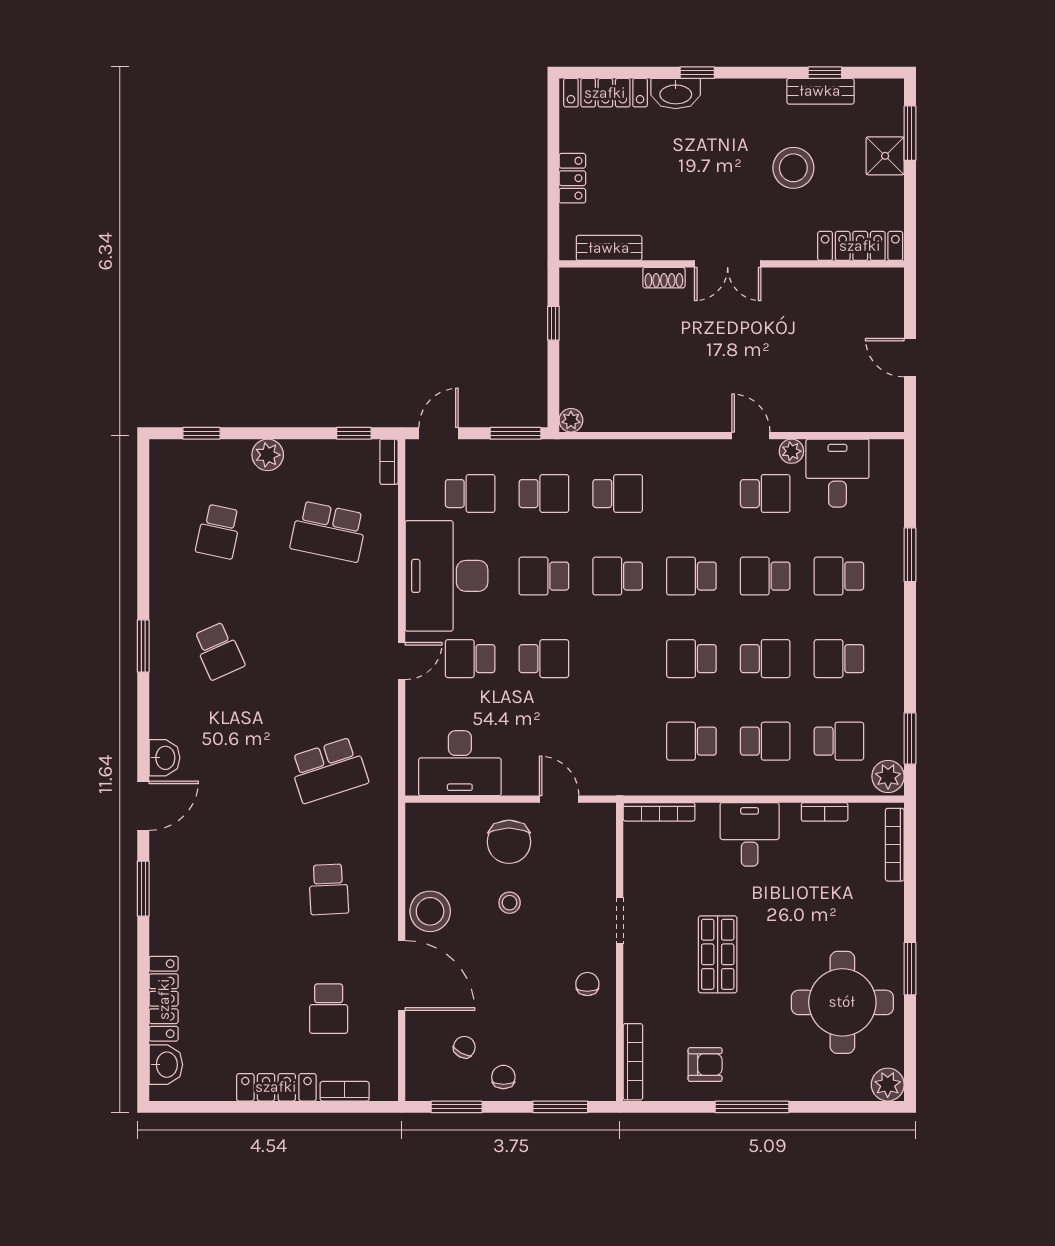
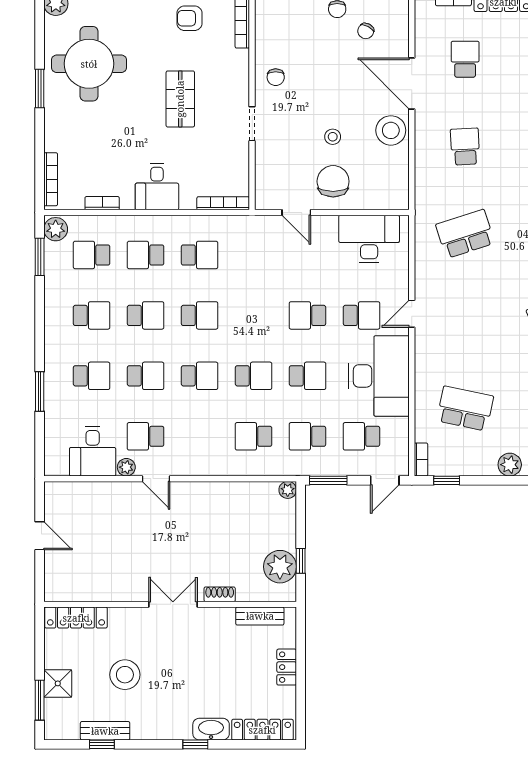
plant: (582, 315) -> (280, 567), added
school desk: (765, 659) -> (146, 315), turned 180

